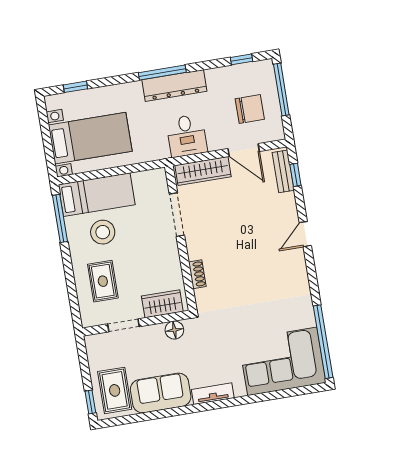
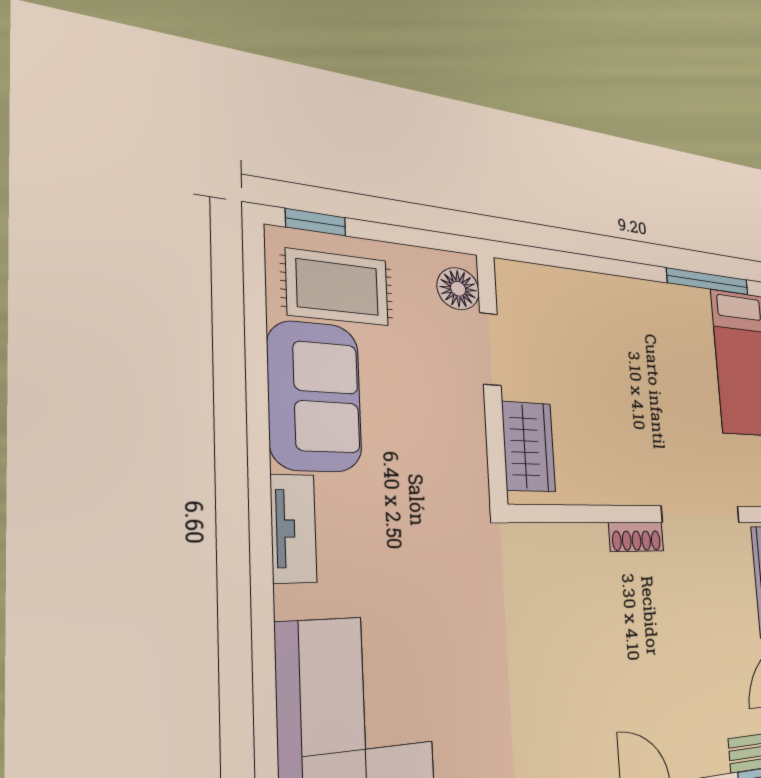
stool: (103, 232) -> (679, 356), removed
shoe rack: (197, 274) -> (636, 537), moved
rug: (103, 281) -> (587, 330), removed
floor lamp: (174, 330) -> (458, 289), moved

